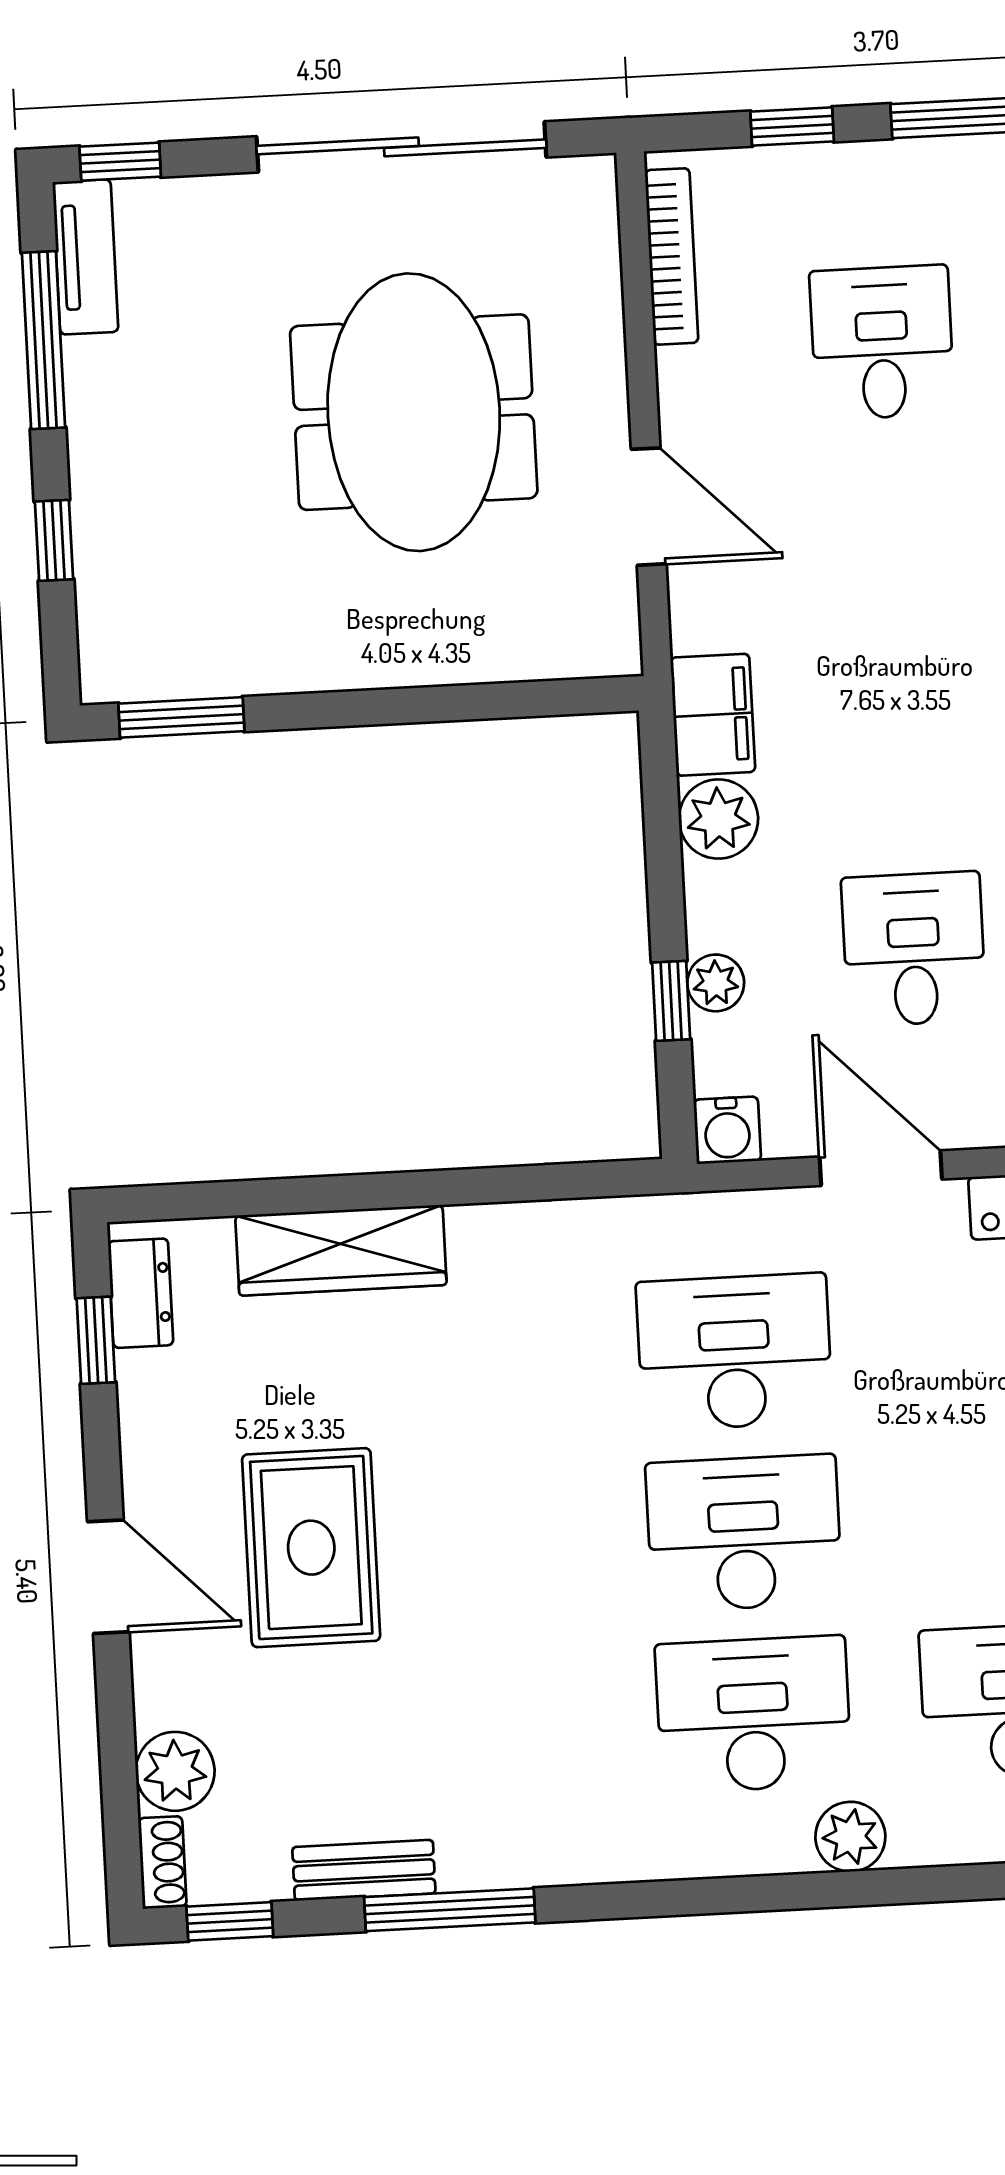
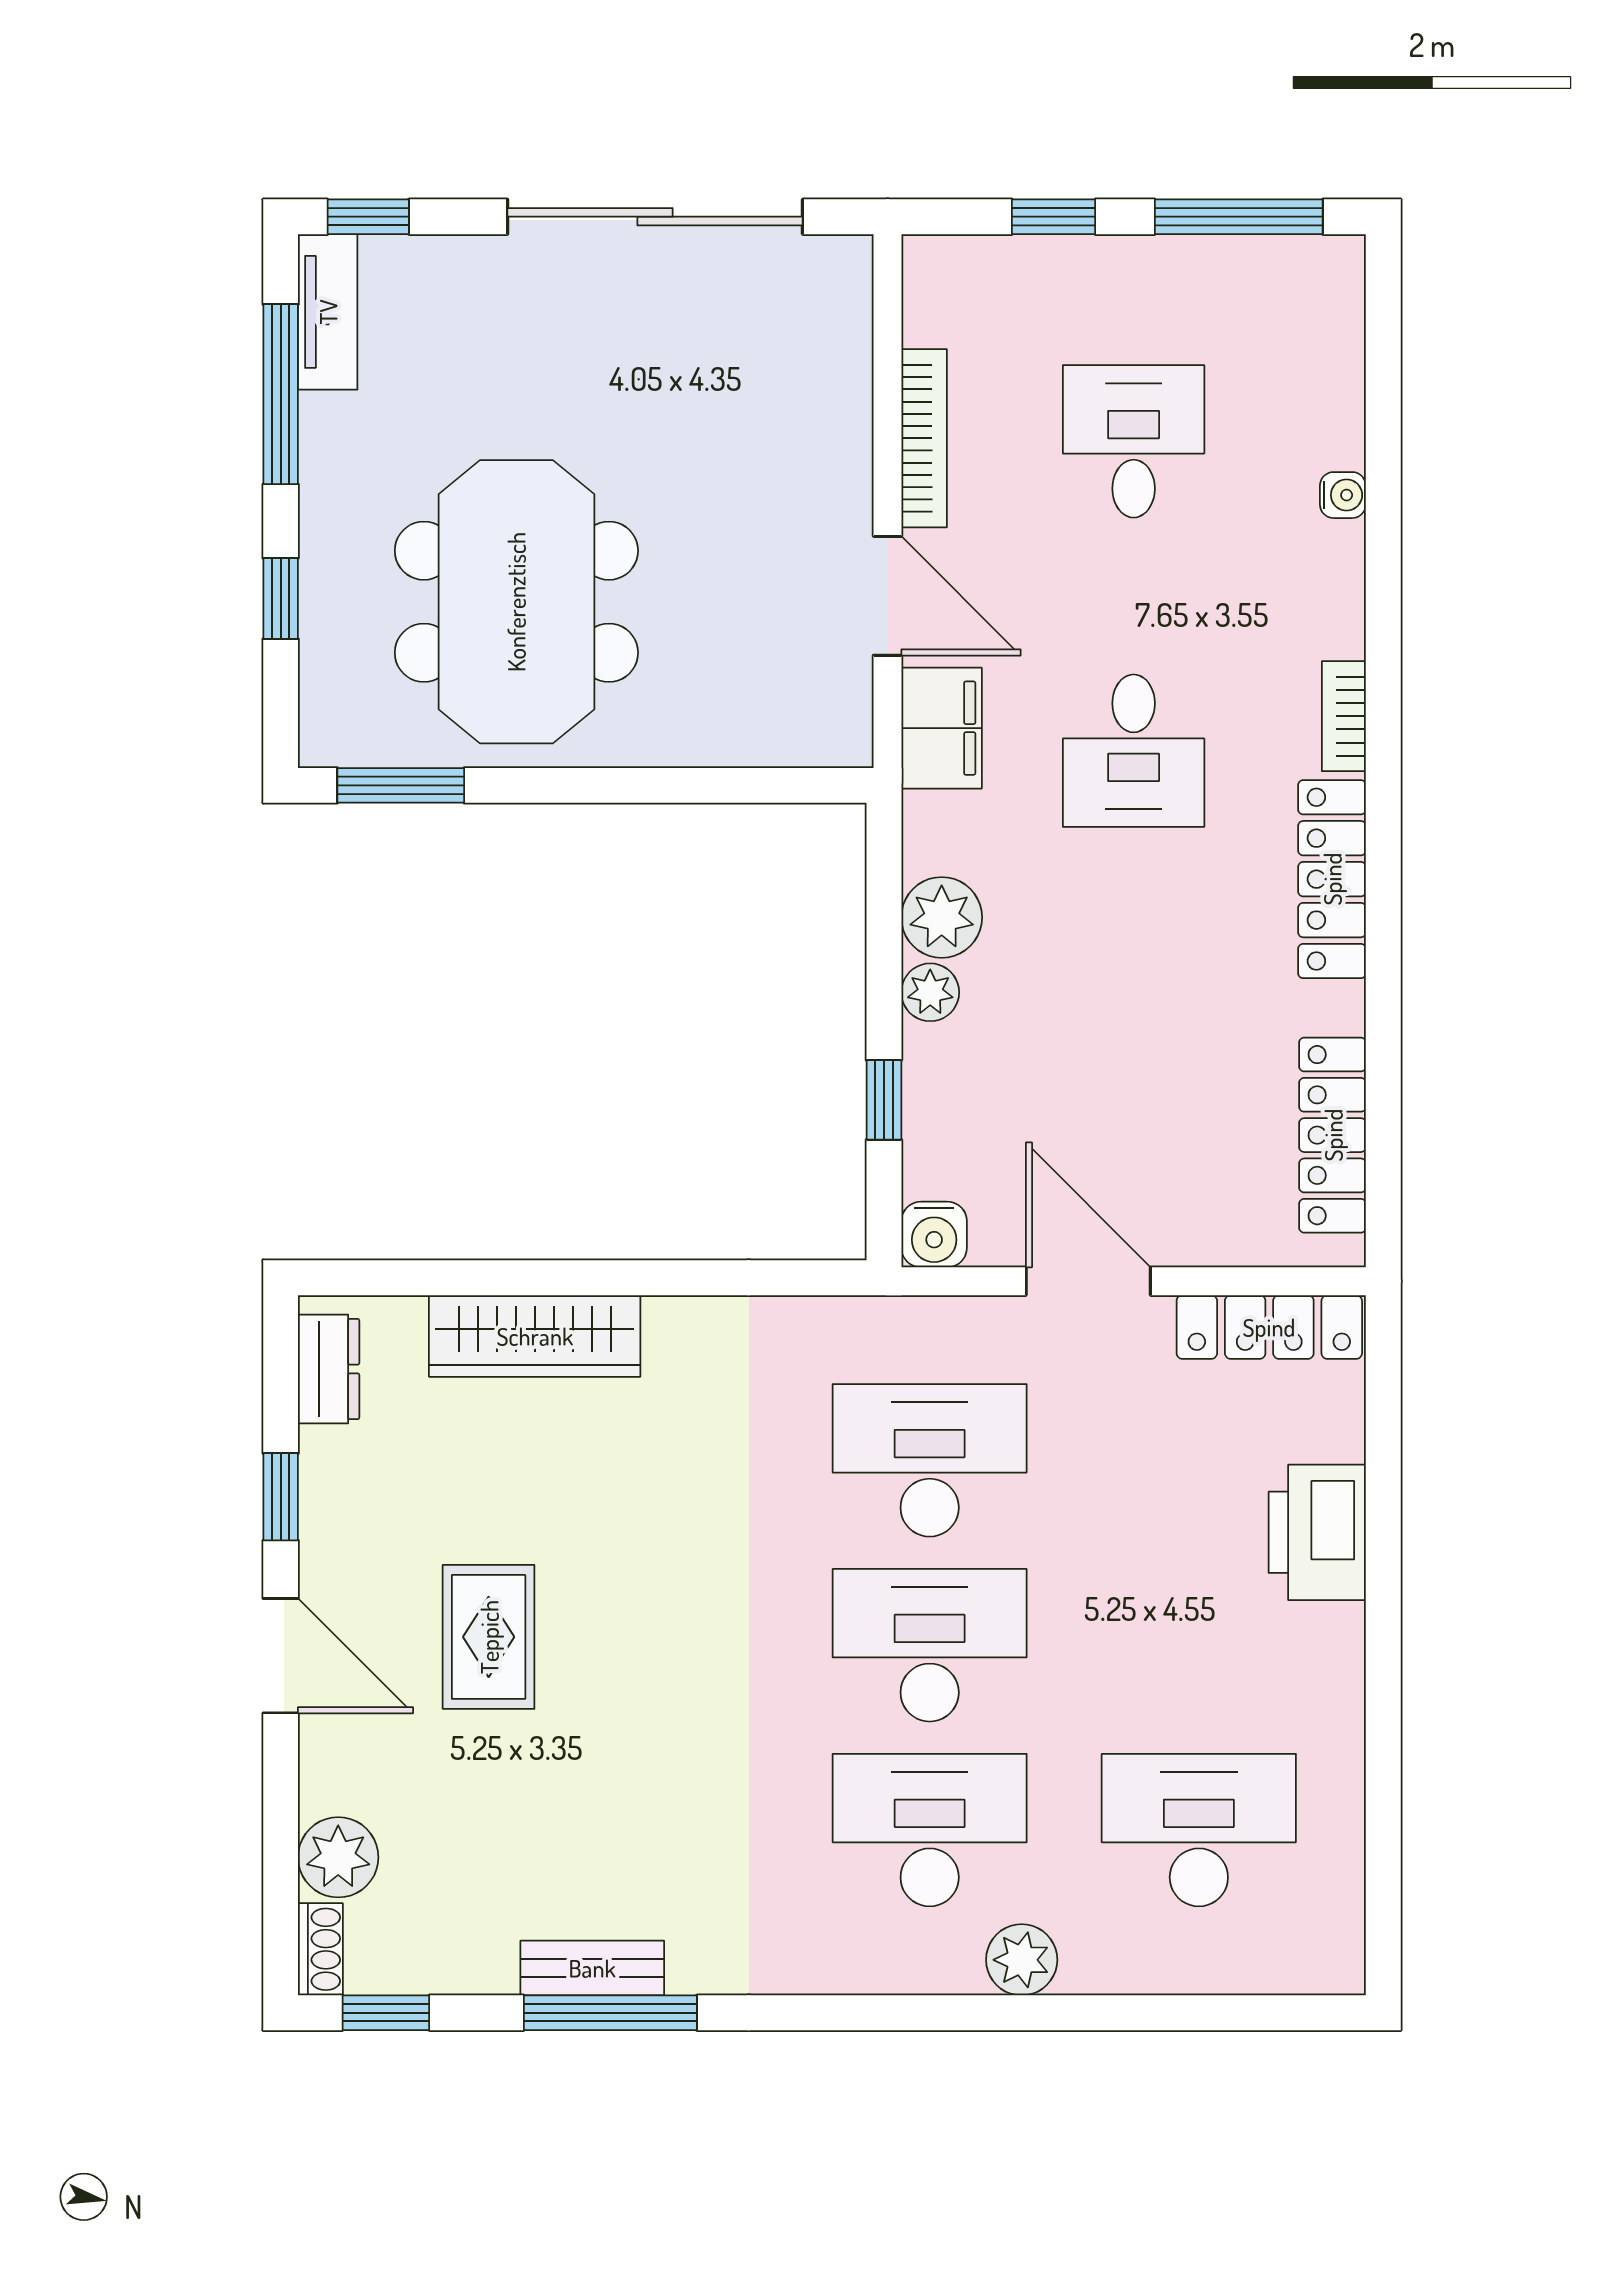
bookcase: (672, 256) -> (924, 438), moved
meeting table: (414, 412) -> (516, 602), moved
filing cabinet: (713, 715) -> (942, 728), moved
desk: (914, 949) -> (1134, 751), moved, turned 180
plant: (716, 983) -> (930, 992), moved
window: (96, 1340) -> (281, 1497), moved
rug: (311, 1548) -> (489, 1637), width x0.73, depth x0.70
bench: (364, 1870) -> (592, 1968), moved

